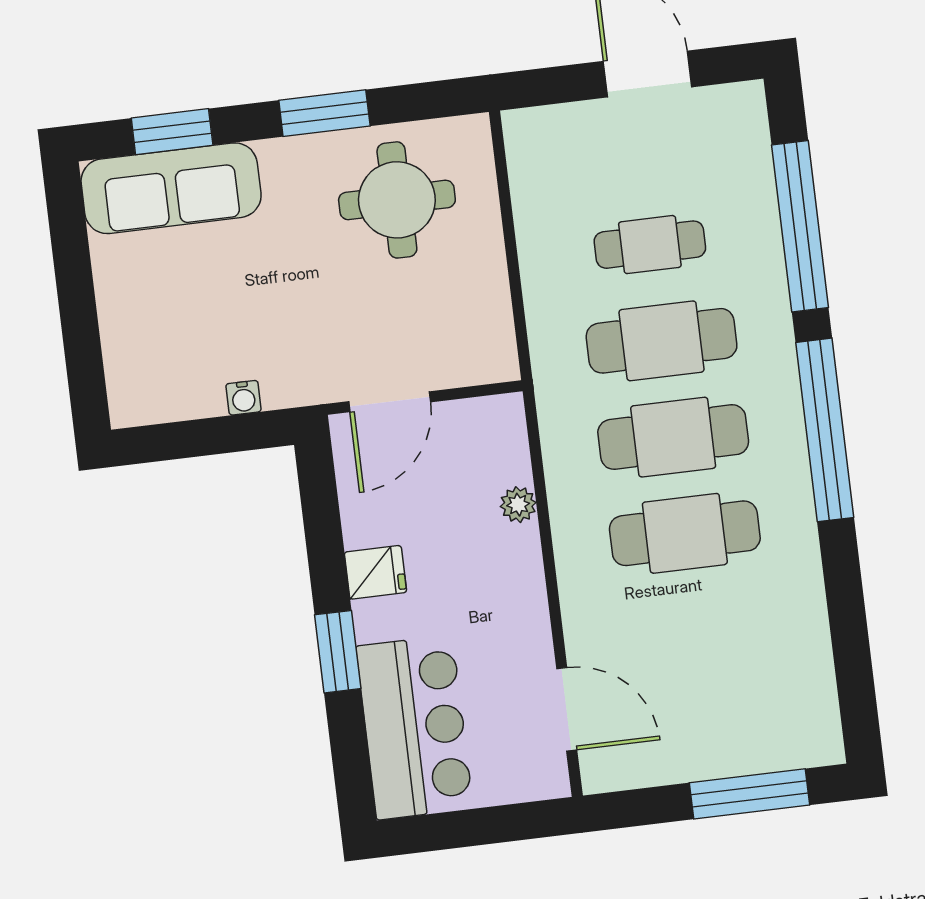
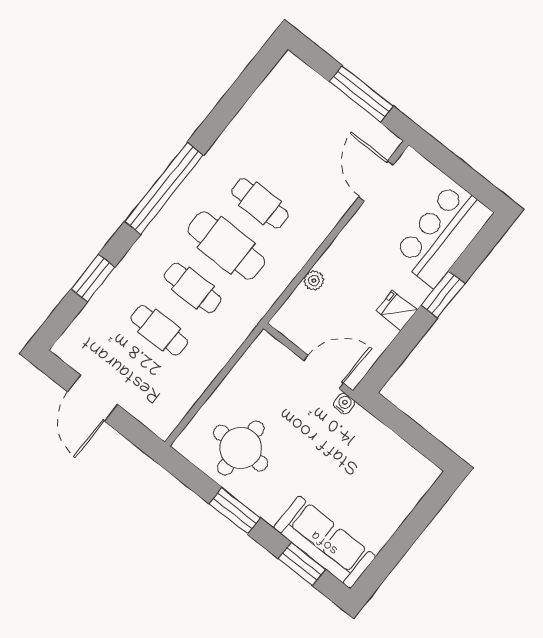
window: (800, 226) -> (93, 278), width x0.47
cafe table: (662, 341) -> (193, 288), width x0.73, depth x0.74
water cooler: (243, 398) -> (344, 403), moved
cafe table: (685, 533) -> (260, 203), width x0.73, depth x0.74
window: (749, 794) -> (361, 94), moved

